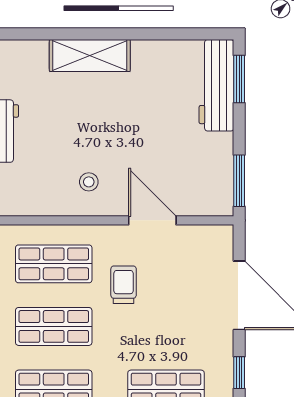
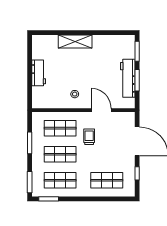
workbench: (216, 85) -> (128, 78), moved
window: (239, 181) -> (137, 80), moved

